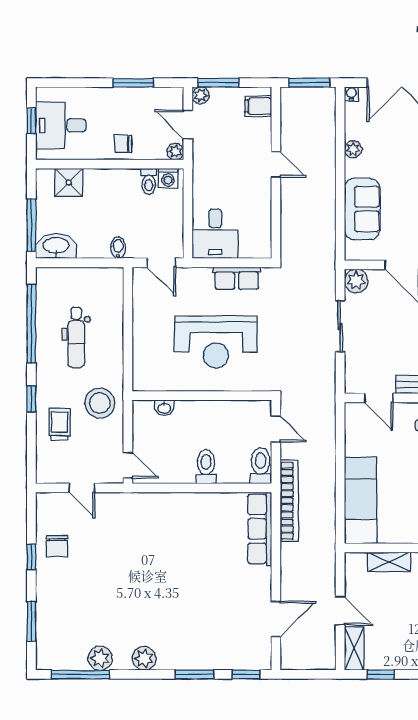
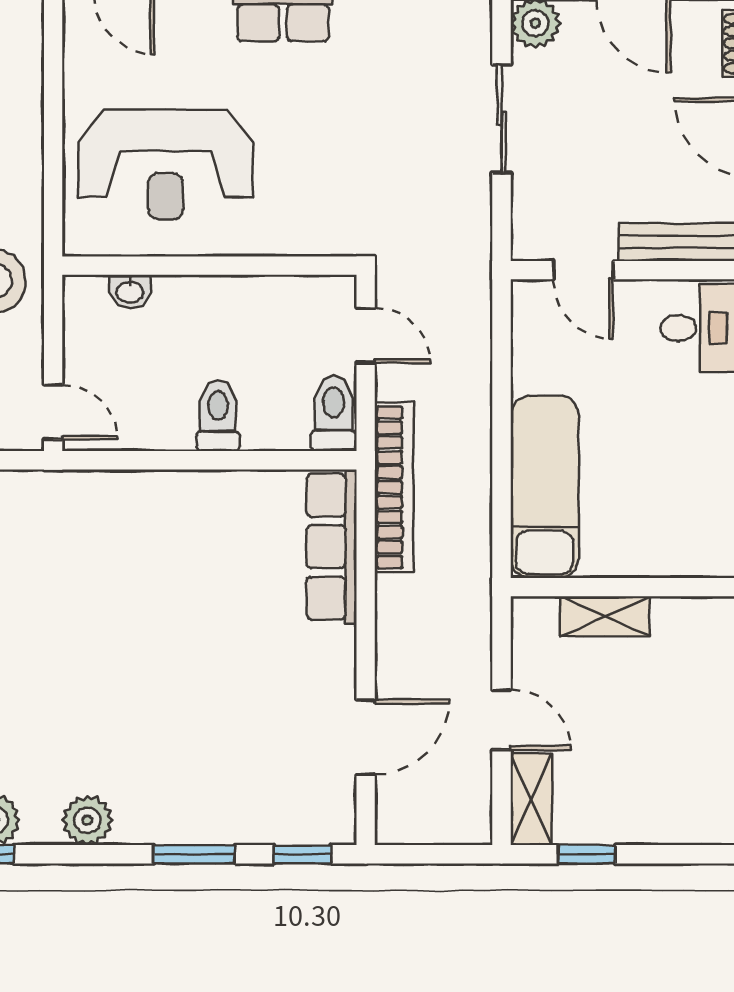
reception desk: (216, 342) -> (165, 164), moved

